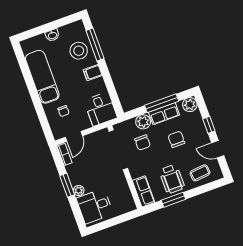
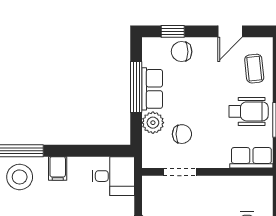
plant: (190, 105) -> (153, 48), removed
window: (209, 125) -> (173, 31), moved
chair: (176, 139) -> (182, 52), moved
doorway: (118, 150) -> (180, 172), width x0.53

